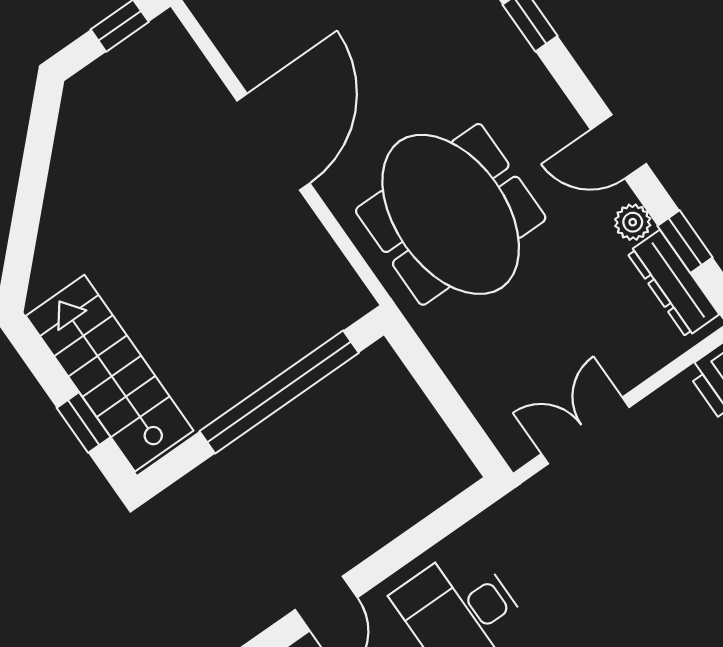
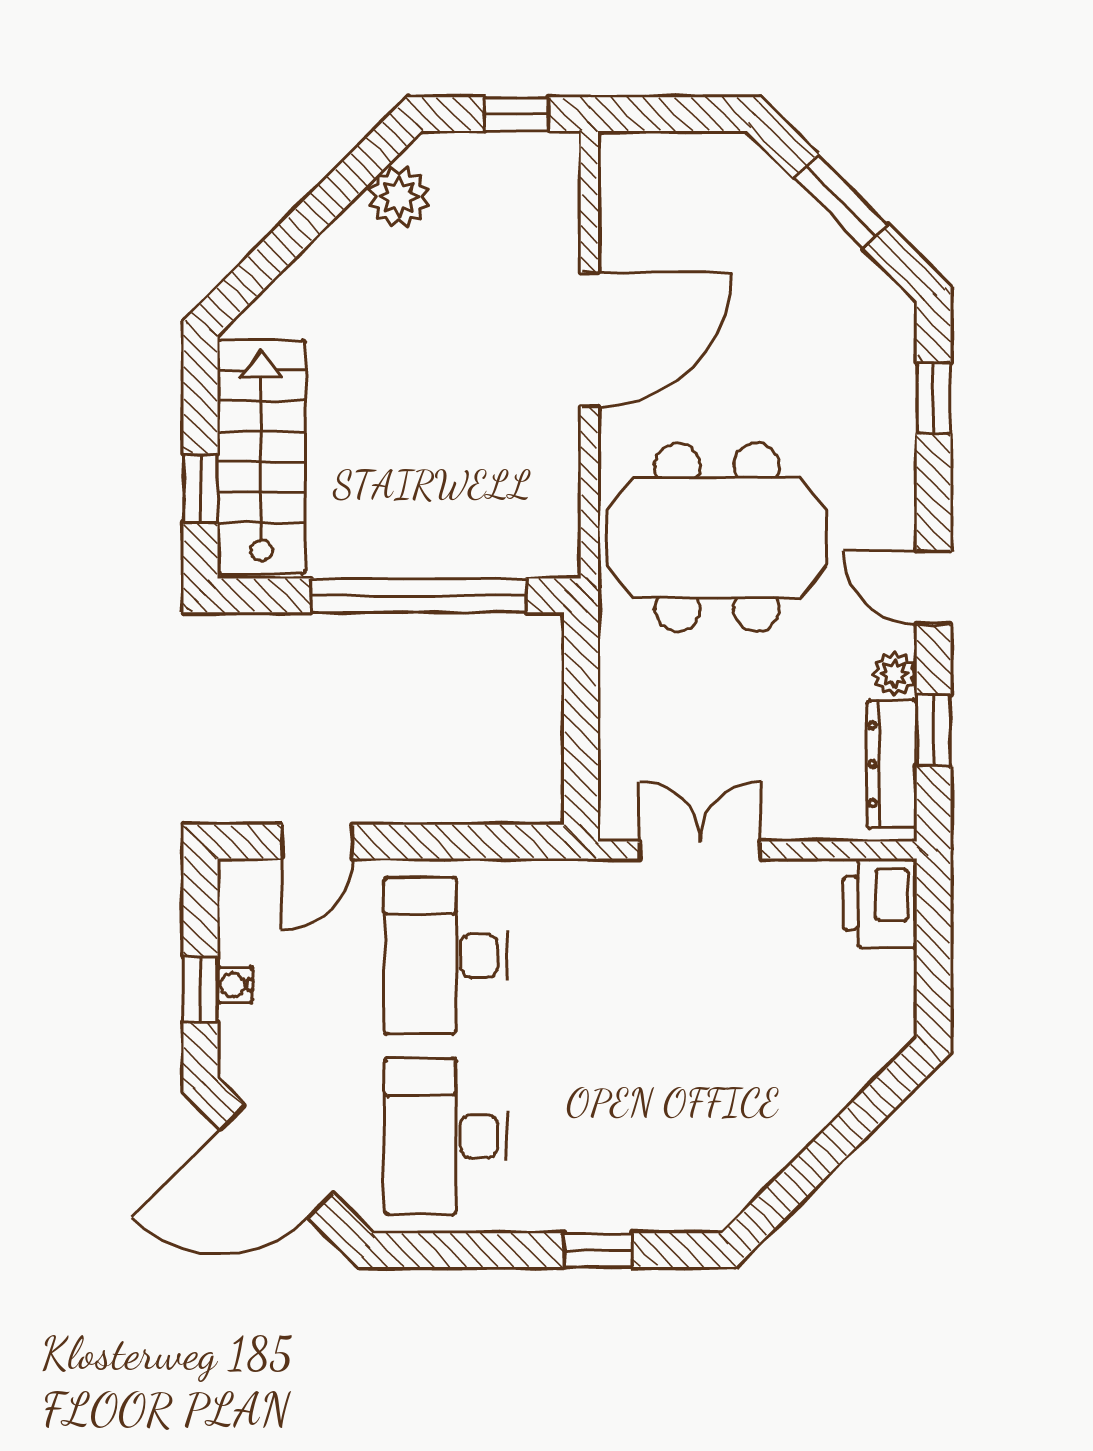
plant: (80, 136) -> (399, 197), added
meeting table: (451, 214) -> (717, 538), turned 90

